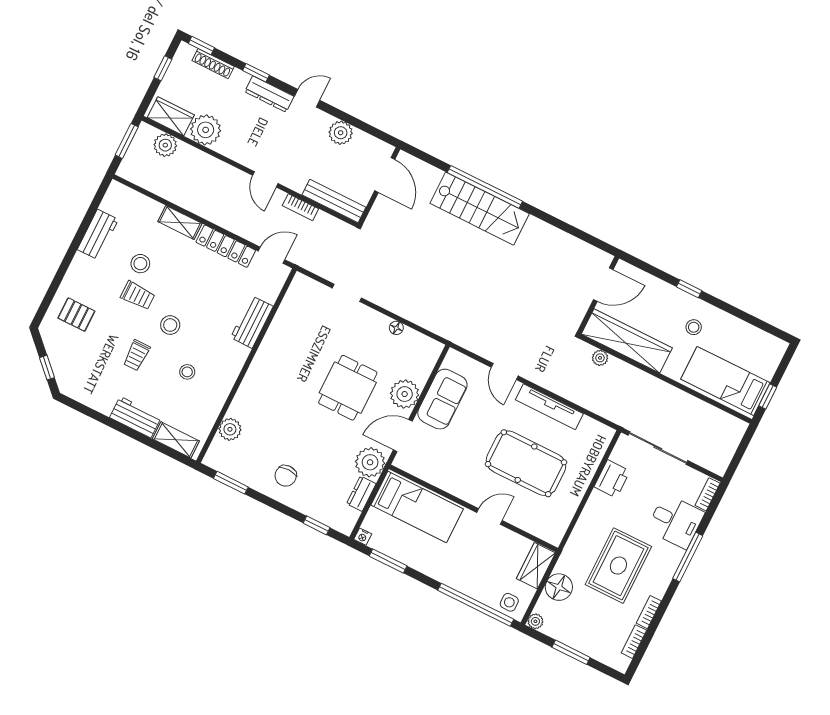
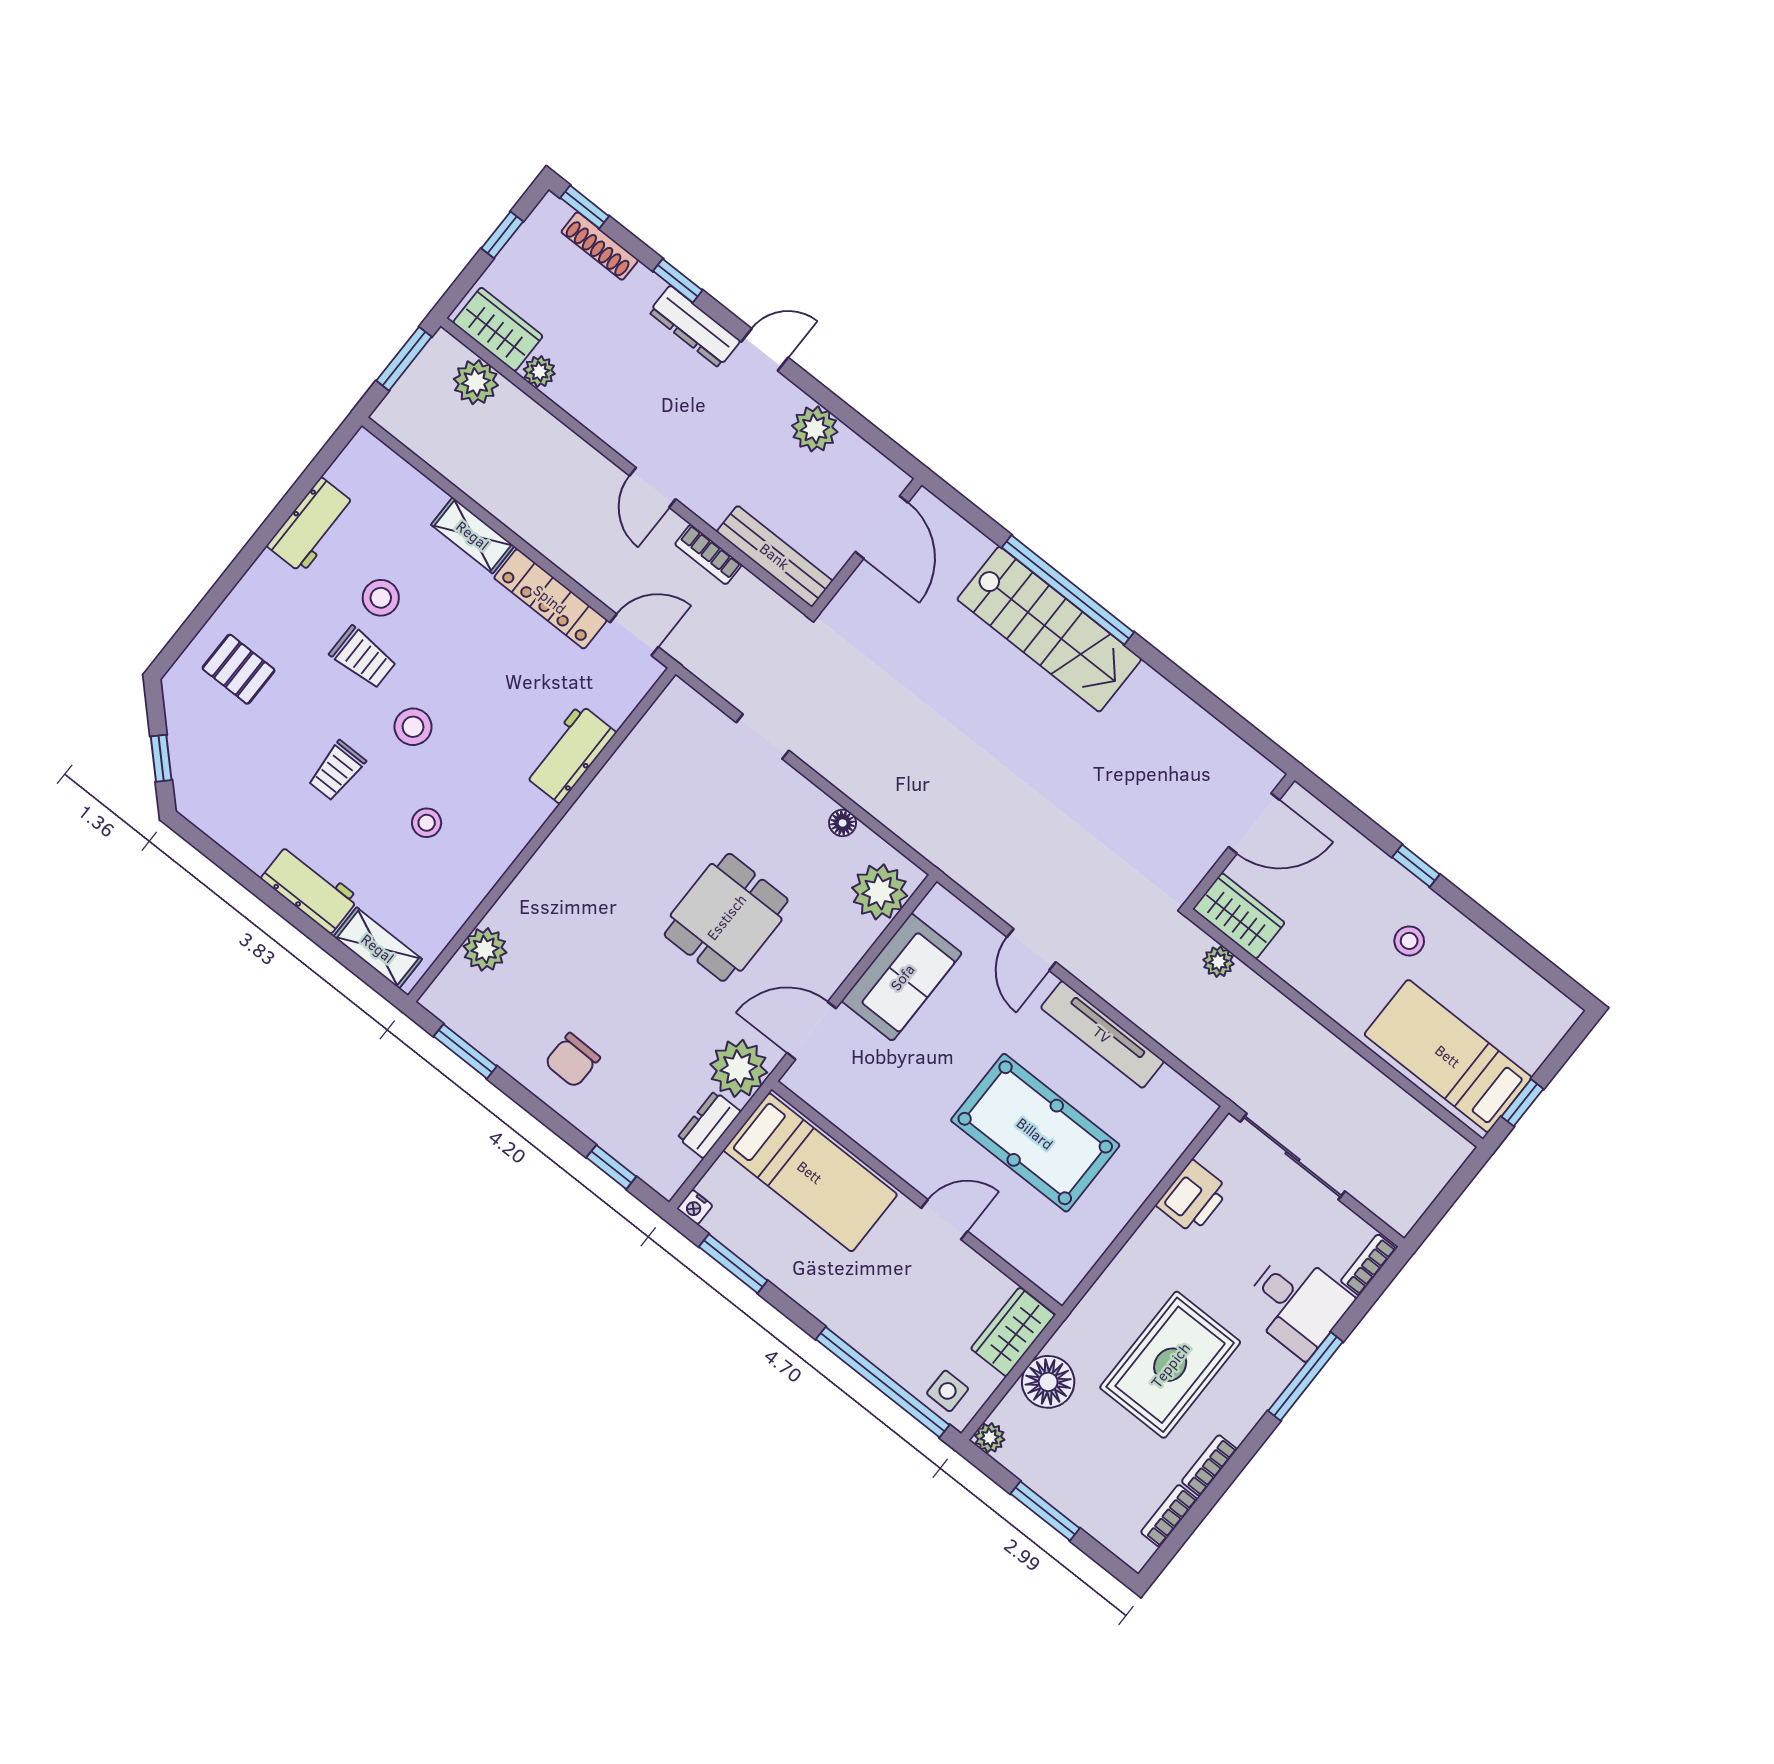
plant: (206, 130) -> (539, 371), width x0.53, depth x0.53
wardrobe: (627, 341) -> (1239, 916), width x0.48, depth x0.85
plant: (405, 394) -> (880, 892), moved

